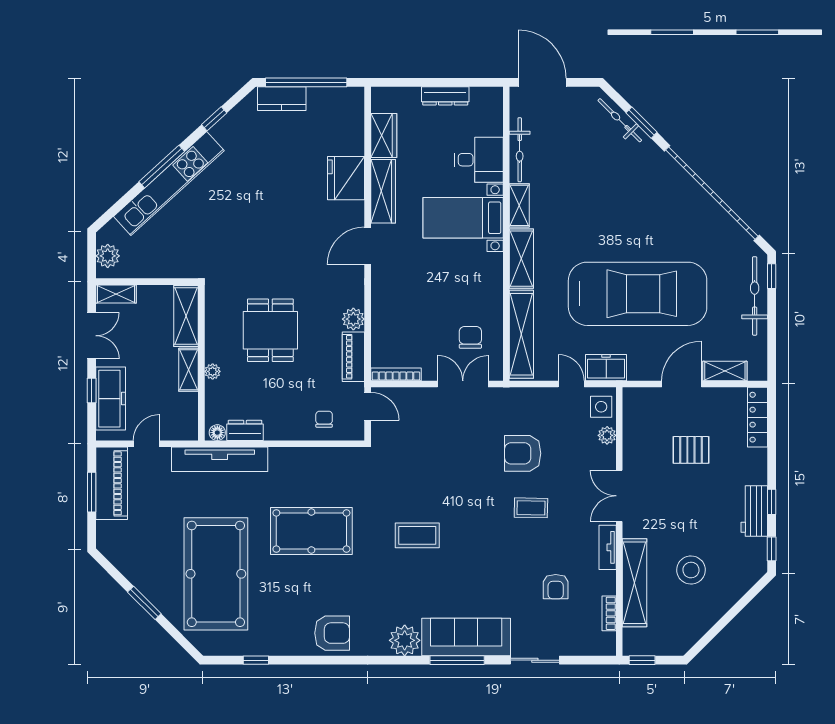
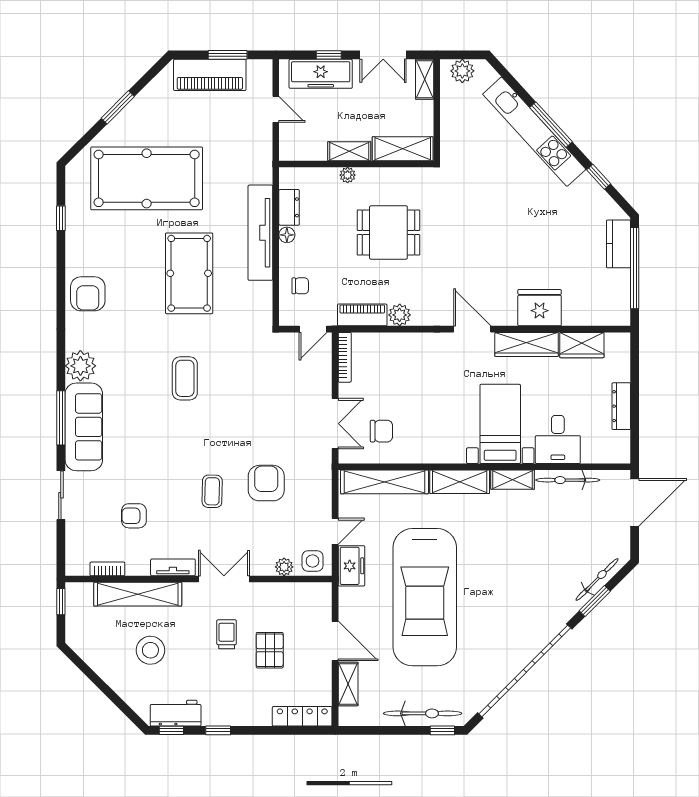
floor lamp: (217, 433) -> (287, 235), moved
tv unit: (220, 459) -> (260, 233), moved
piano: (112, 483) -> (210, 75), moved
trolley: (675, 493) -> (227, 634), added
workbench: (754, 511) -> (176, 713), moved

